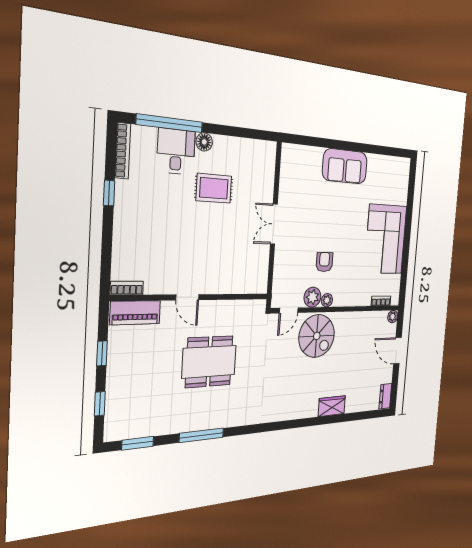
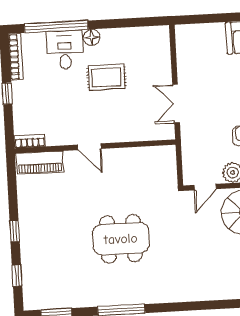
bookcase: (127, 288) -> (30, 141), moved
door: (187, 297) -> (89, 147), moved
wall: (193, 297) -> (95, 146), moved
piano: (135, 313) -> (40, 163), moved

